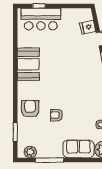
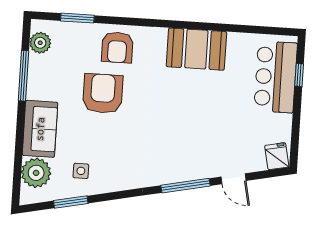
fridge: (88, 27) -> (277, 156), moved
armchair: (30, 109) -> (117, 47), turned 90
armchair: (56, 115) -> (103, 94), width x1.88, depth x1.88

